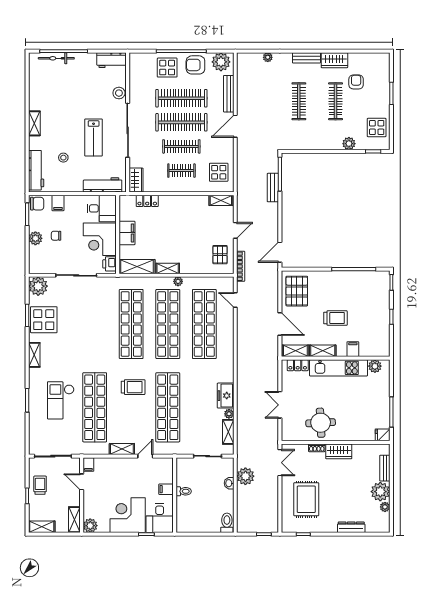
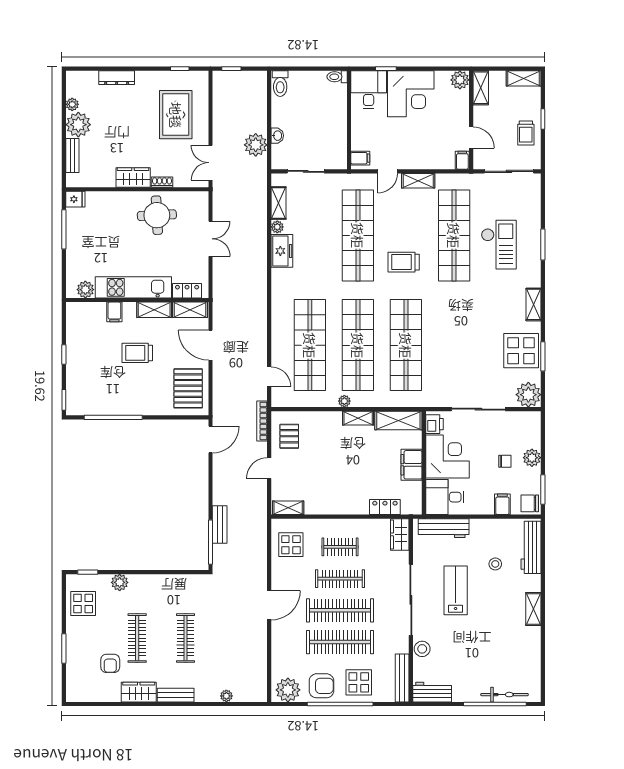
bench: (229, 94) -> (402, 678), moved
filing cabinet: (166, 489) -> (360, 158), moved
toilet: (184, 491) -> (337, 77), moved

